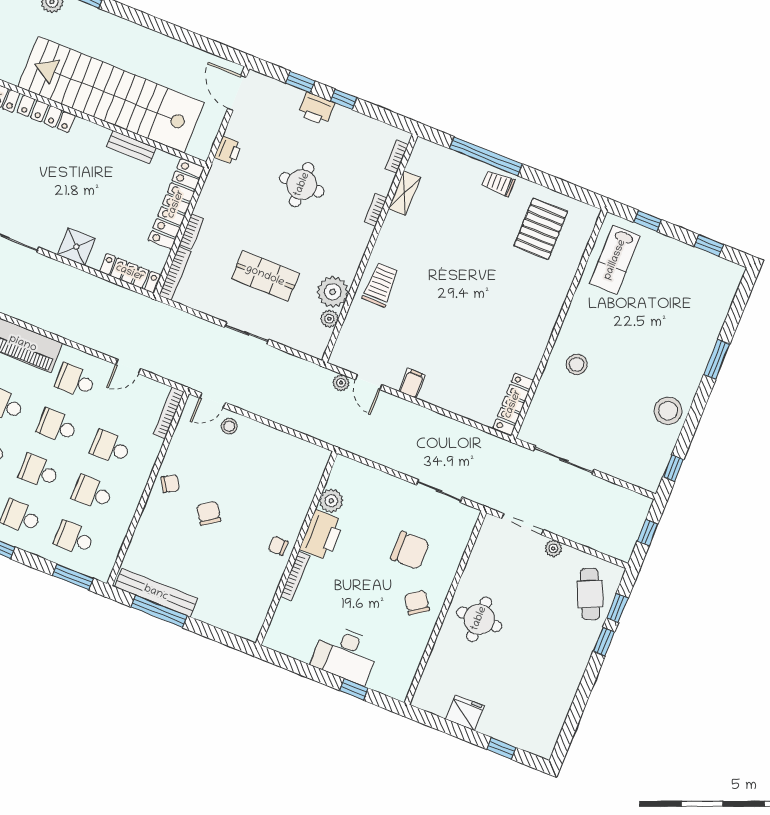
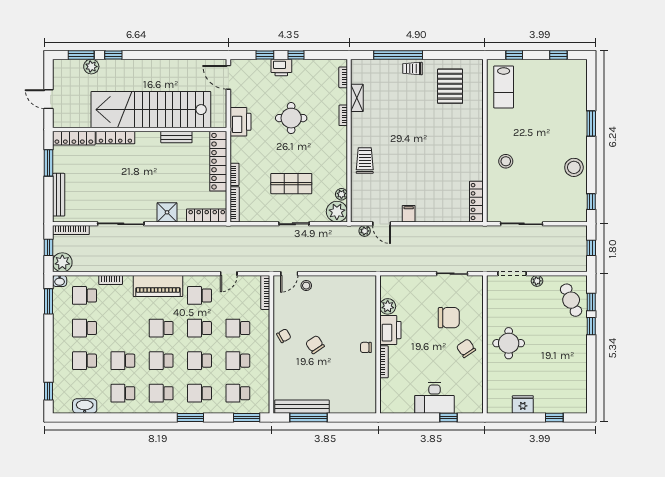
printer: (228, 150) -> (240, 122), width x1.87, depth x1.48
plant: (333, 292) -> (337, 212), moved

